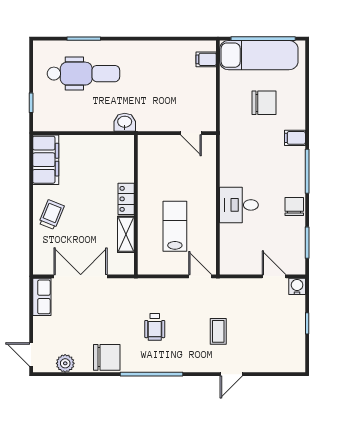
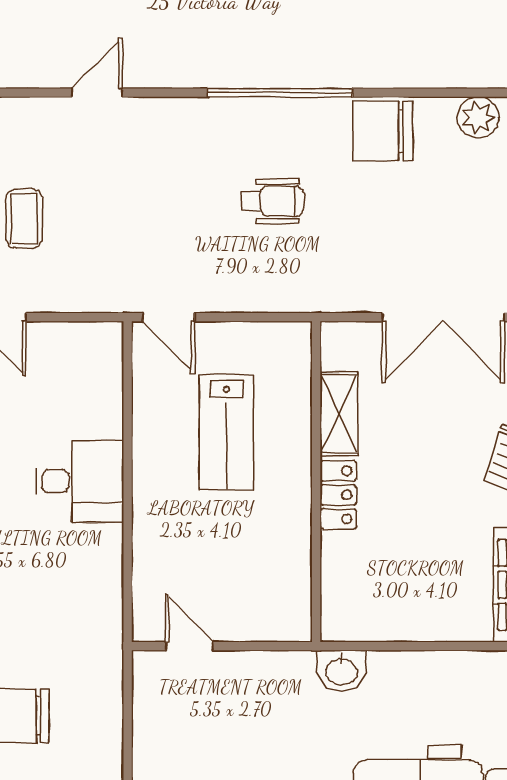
wheelchair: (155, 327) -> (273, 201), turned 90
coffee table: (218, 331) -> (24, 219), moved

